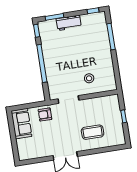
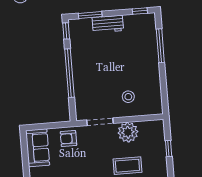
plant: (91, 106) -> (128, 132), added

